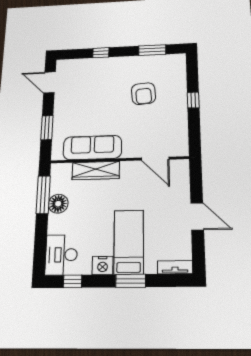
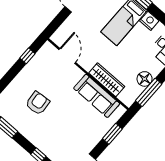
window: (193, 100) -> (27, 56), moved

